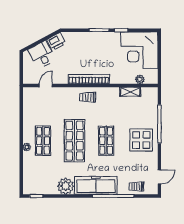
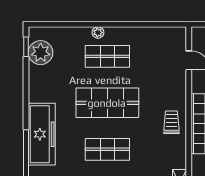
plant: (66, 186) -> (41, 53), moved

